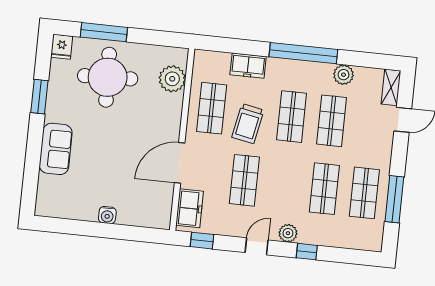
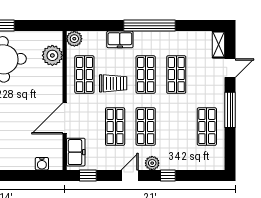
freezer: (248, 66) -> (120, 39), moved
plant: (343, 75) -> (74, 39), moved
trolley: (248, 124) -> (113, 83), turned -101
shop shelf: (324, 189) -> (146, 127), moved
window: (394, 199) -> (230, 110), moved
water cooler: (107, 215) -> (42, 164), moved

